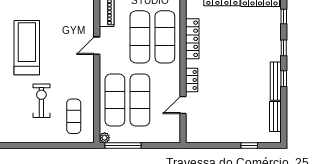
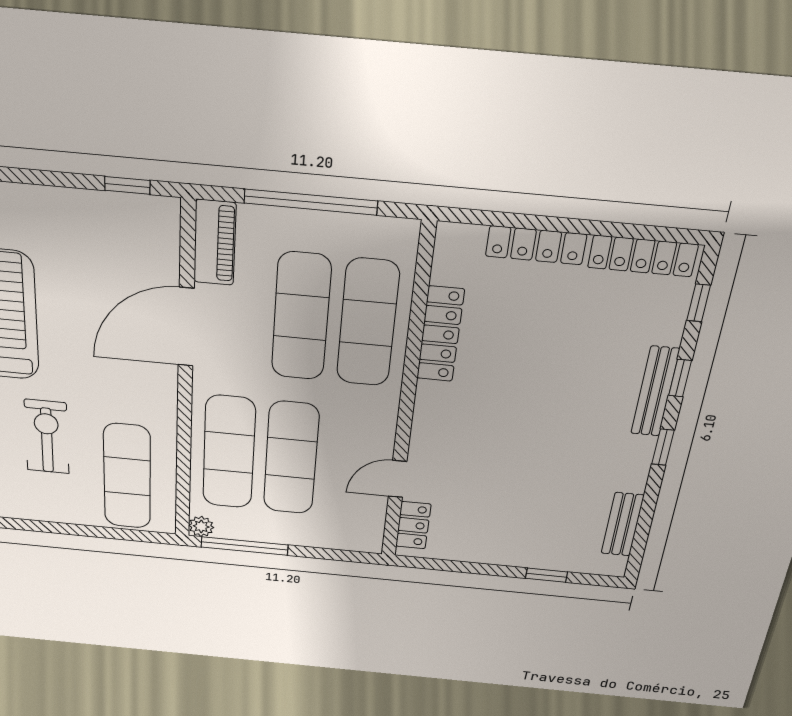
door: (97, 46) -> (186, 327), width x1.88
locker: (192, 80) -> (413, 525), moved
bench: (276, 81) -> (655, 392), moved
exercise mat: (74, 116) -> (127, 476), width x1.36, depth x1.45

